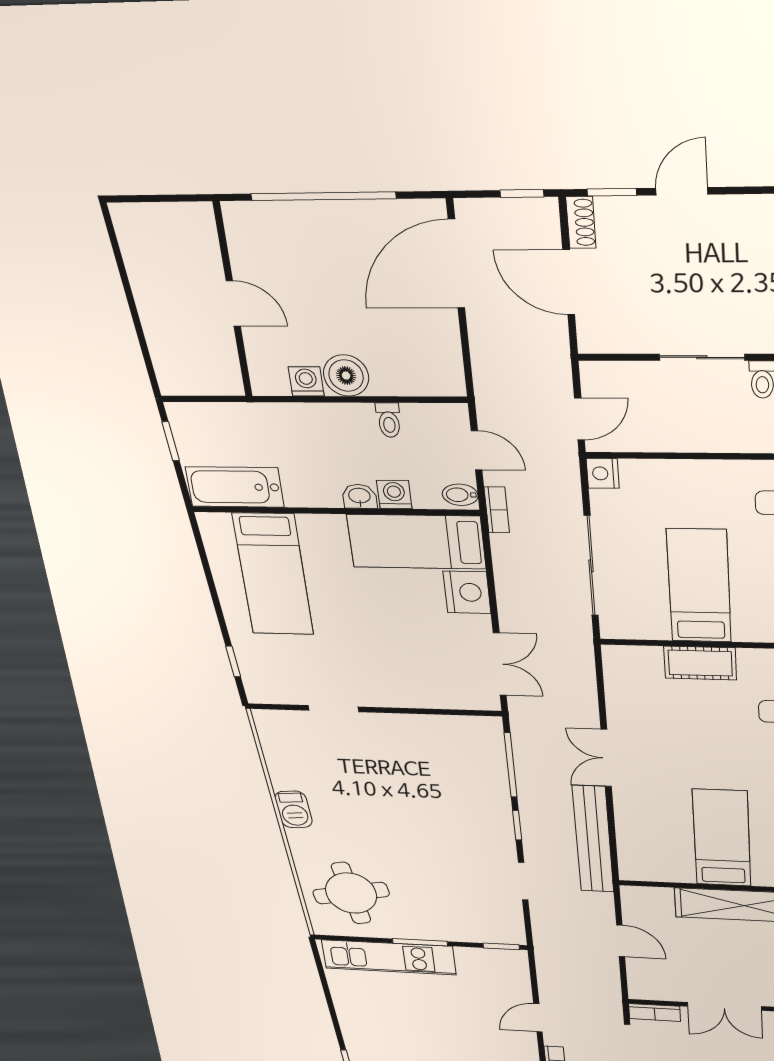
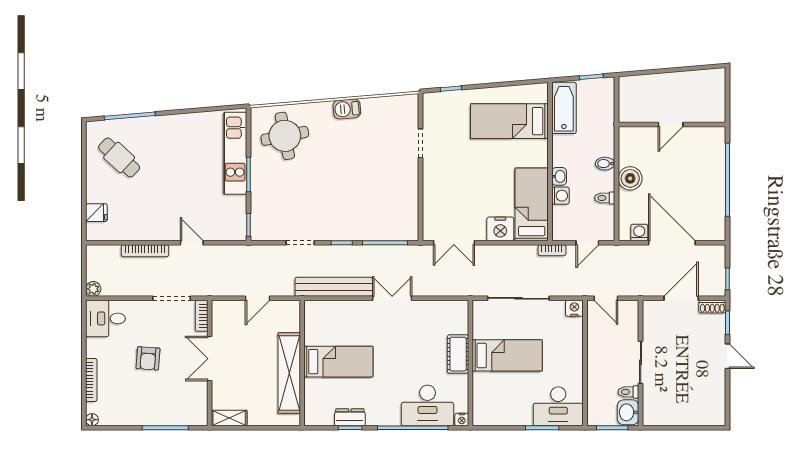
door: (456, 264) -> (672, 243), moved
washing machine: (306, 381) -> (639, 233), moved, turned -90
bidet: (460, 495) -> (605, 164), moved, turned -90

